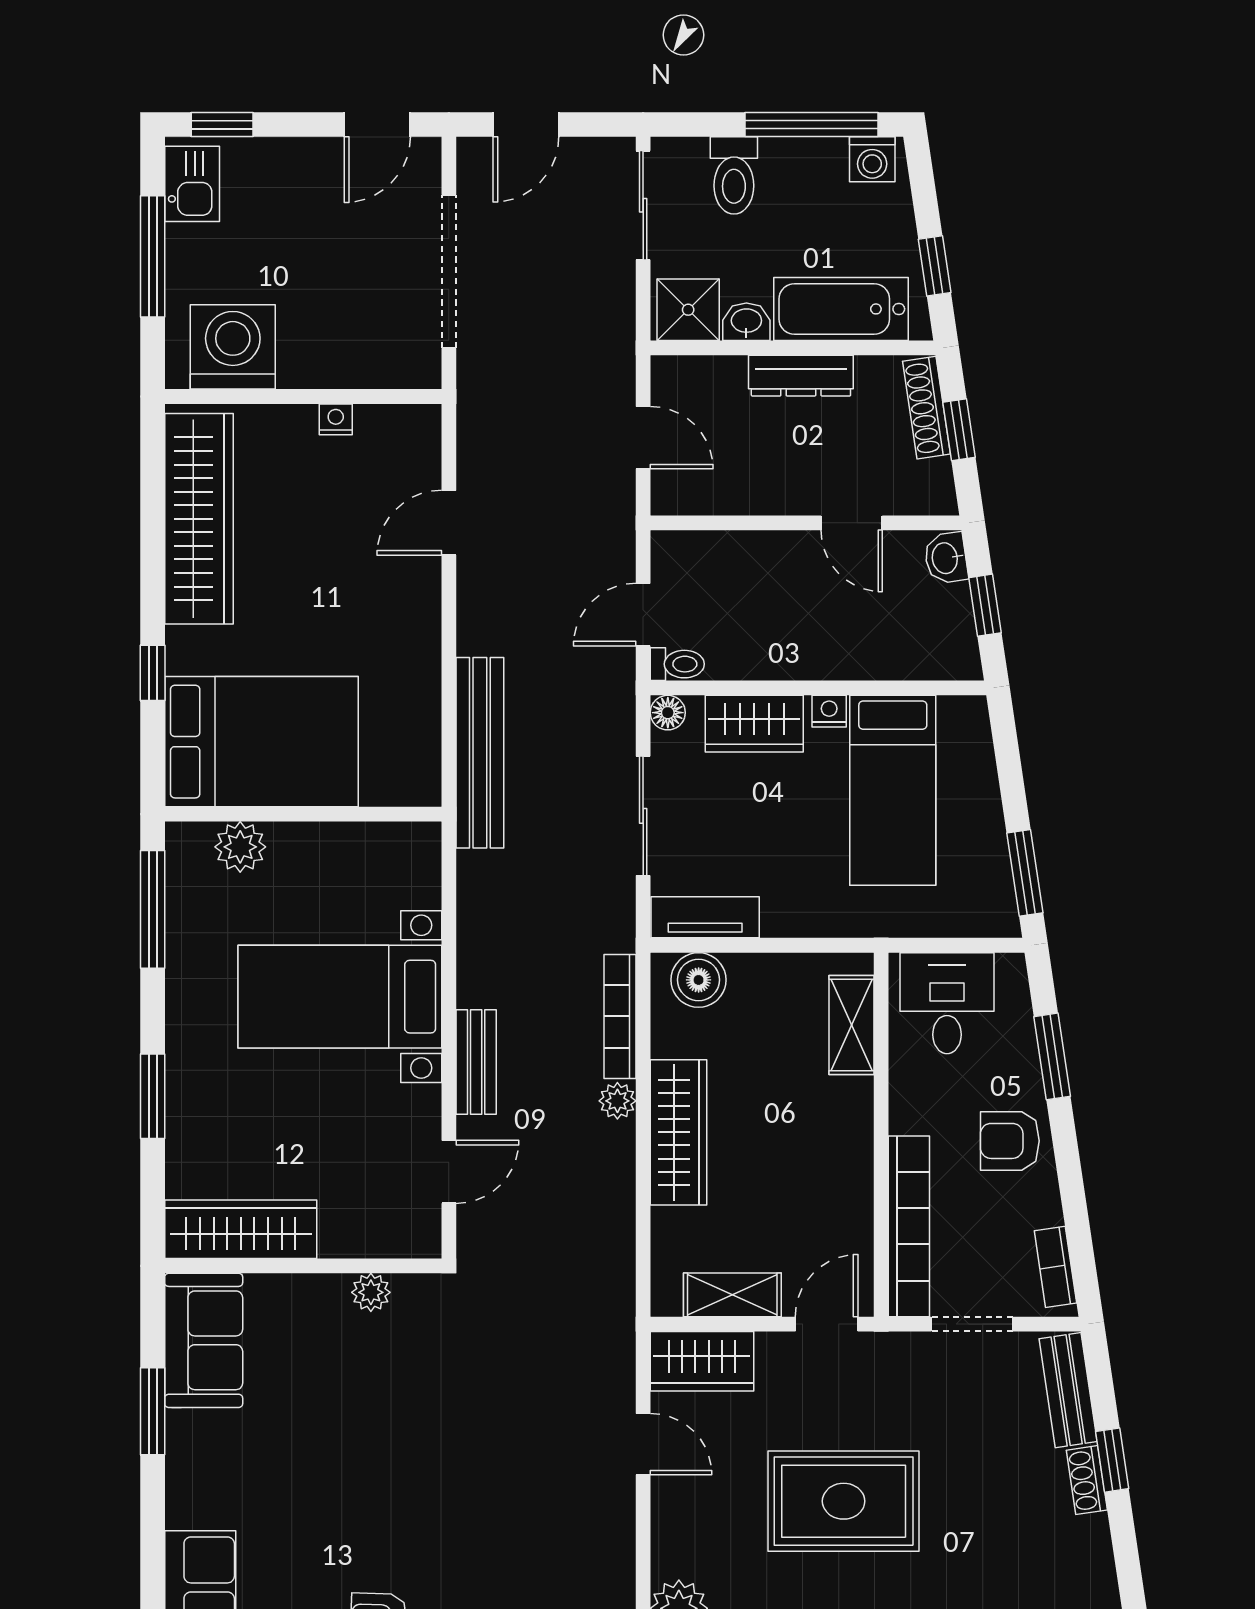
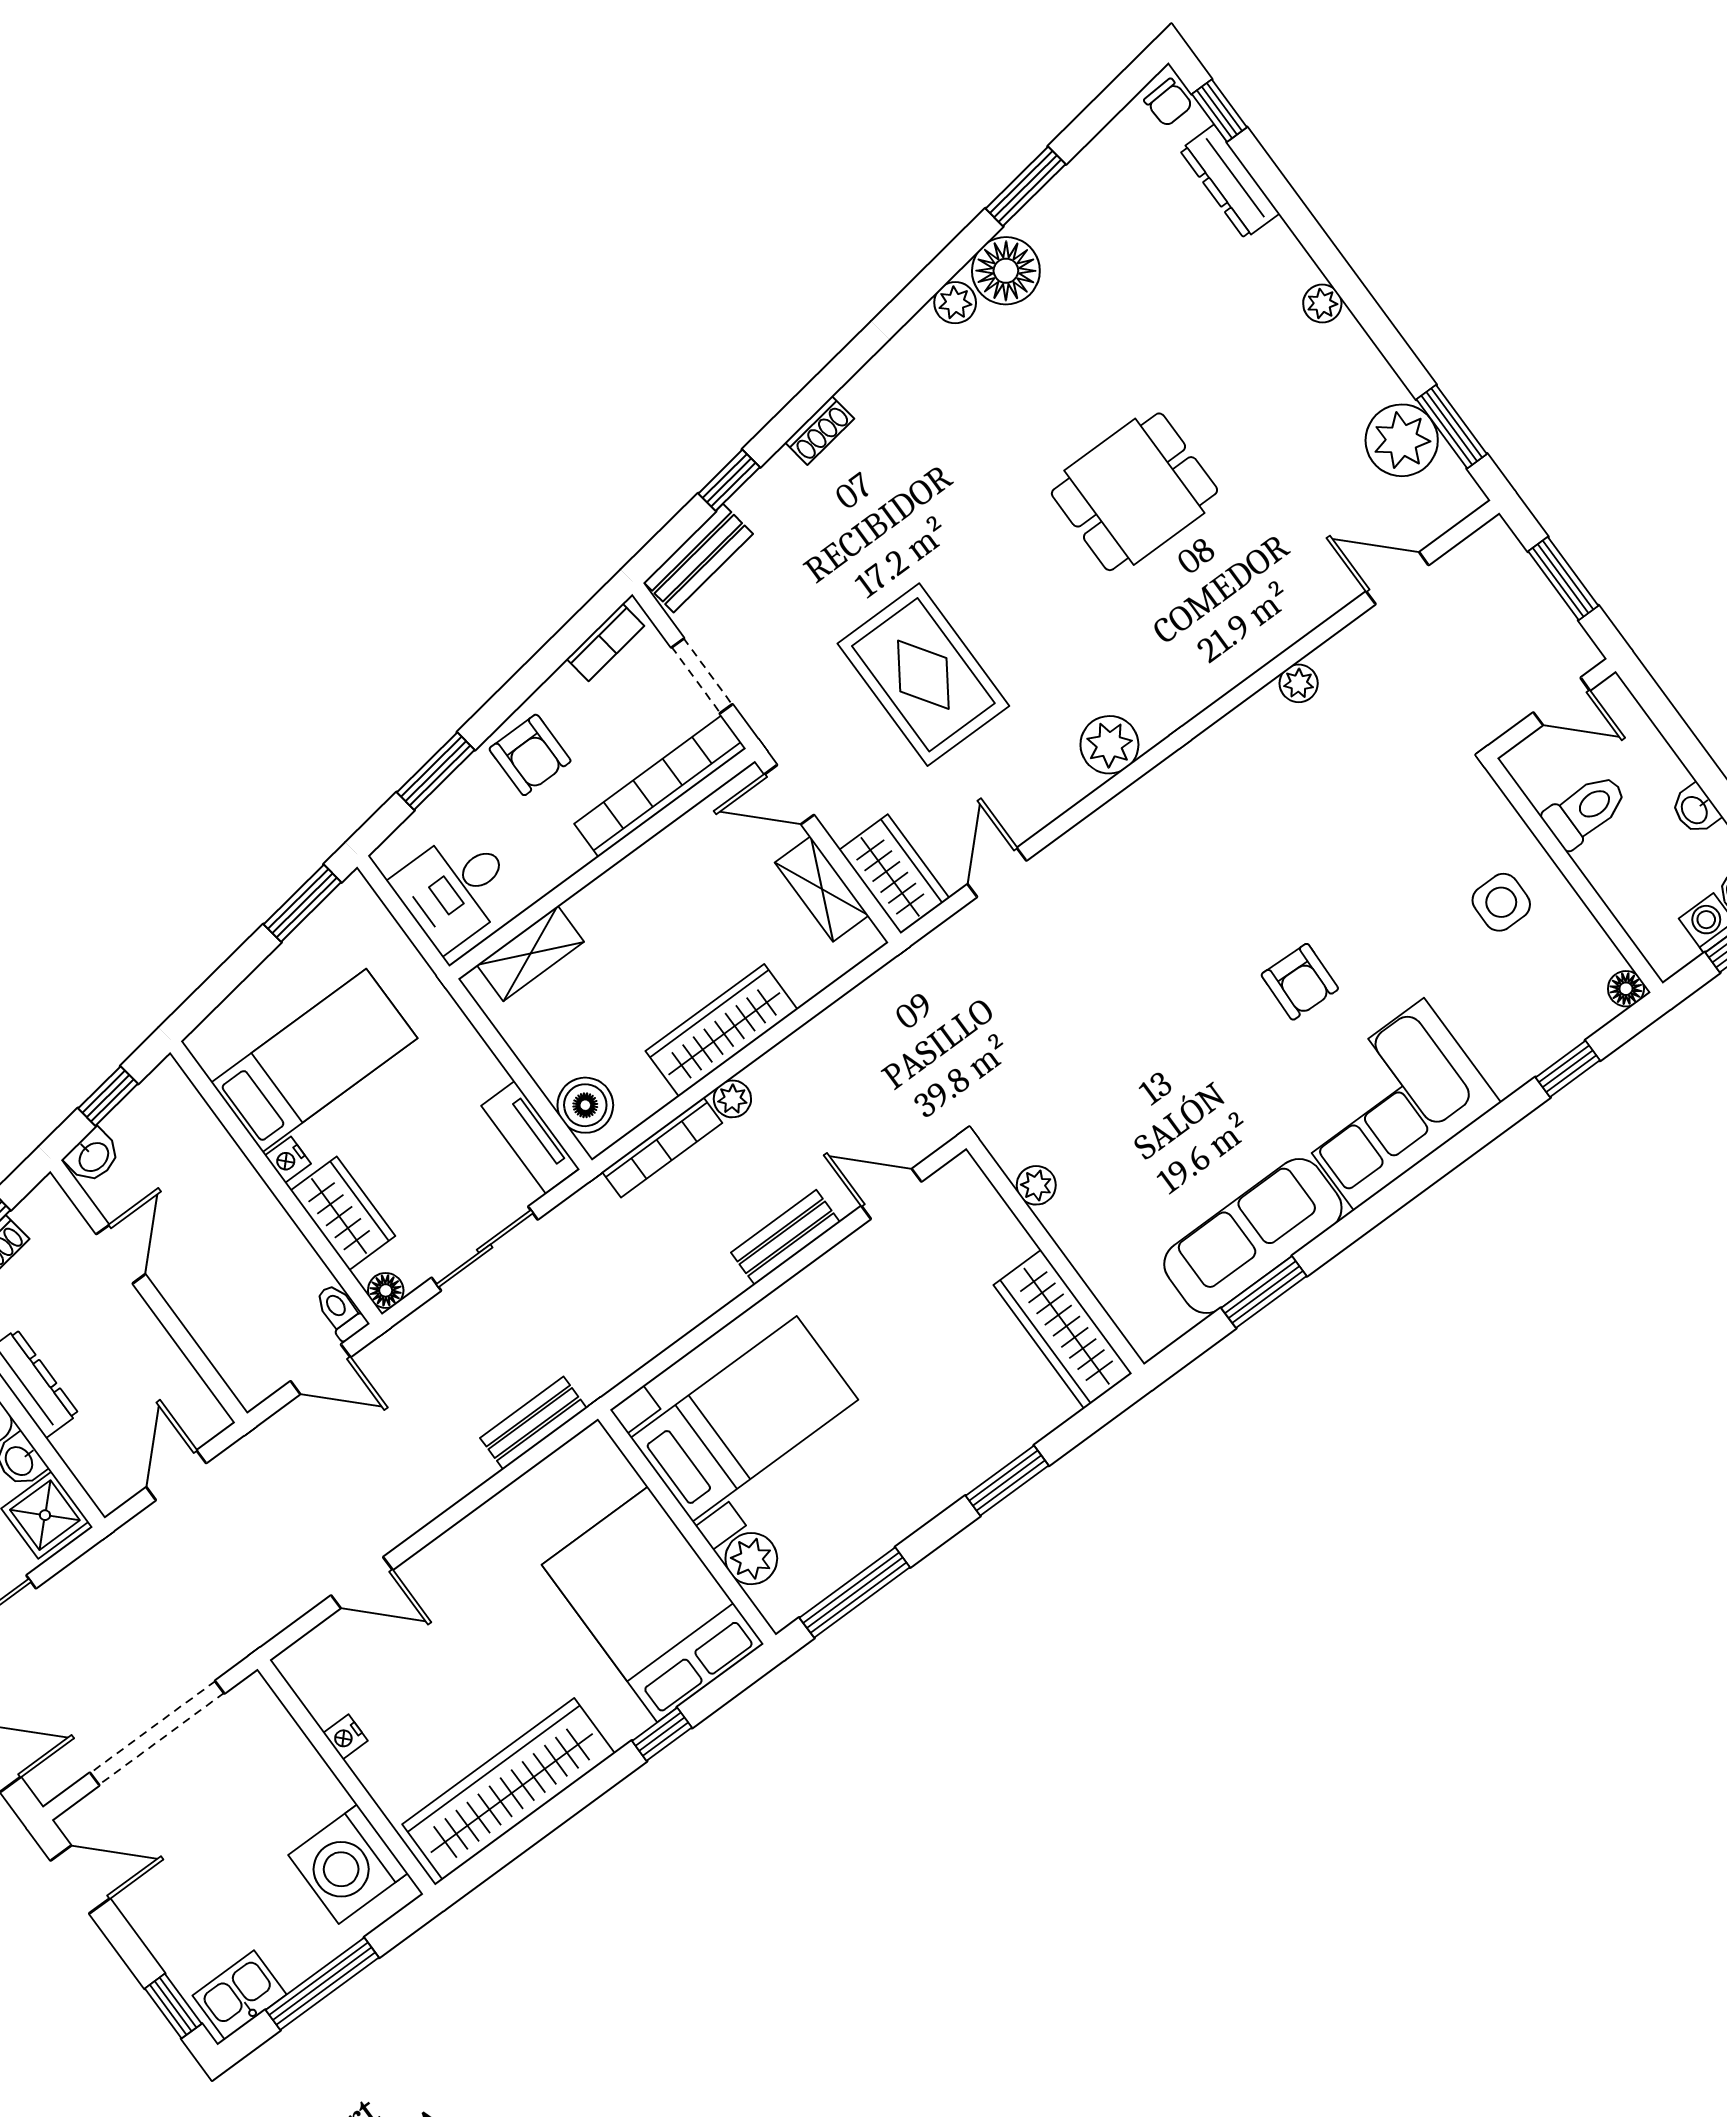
bench: (480, 753) -> (533, 1423), width x0.54, depth x0.82
bed with nightstands: (340, 997) -> (744, 1419), moved, turned -90
sofa: (204, 1340) -> (1253, 1236), moved, width x1.36
shoe rack: (1087, 1480) -> (820, 430), moved

